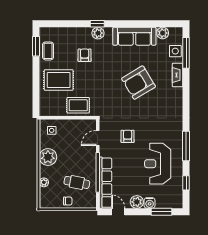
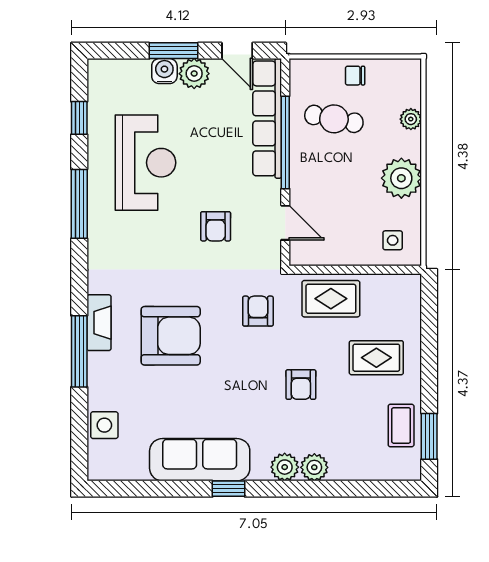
window: (97, 24) -> (229, 489), moved
plant: (163, 33) -> (314, 467), moved
window: (186, 53) -> (79, 351), moved
armchair: (85, 55) -> (301, 385), moved
fireplace: (178, 75) -> (99, 323), moved
rug: (59, 80) -> (376, 358), width x0.73, depth x0.70
armchair: (139, 83) -> (171, 336), moved, turned 31
armchair: (109, 100) -> (258, 311), added
door: (98, 138) -> (285, 223), hinge flipped
window: (161, 212) -> (174, 51), moved

